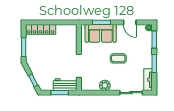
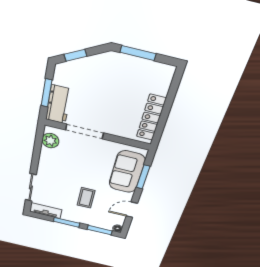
locker: (41, 29) -> (151, 118), moved
coffee table: (118, 58) -> (86, 198), moved
plant: (105, 85) -> (50, 141), moved

